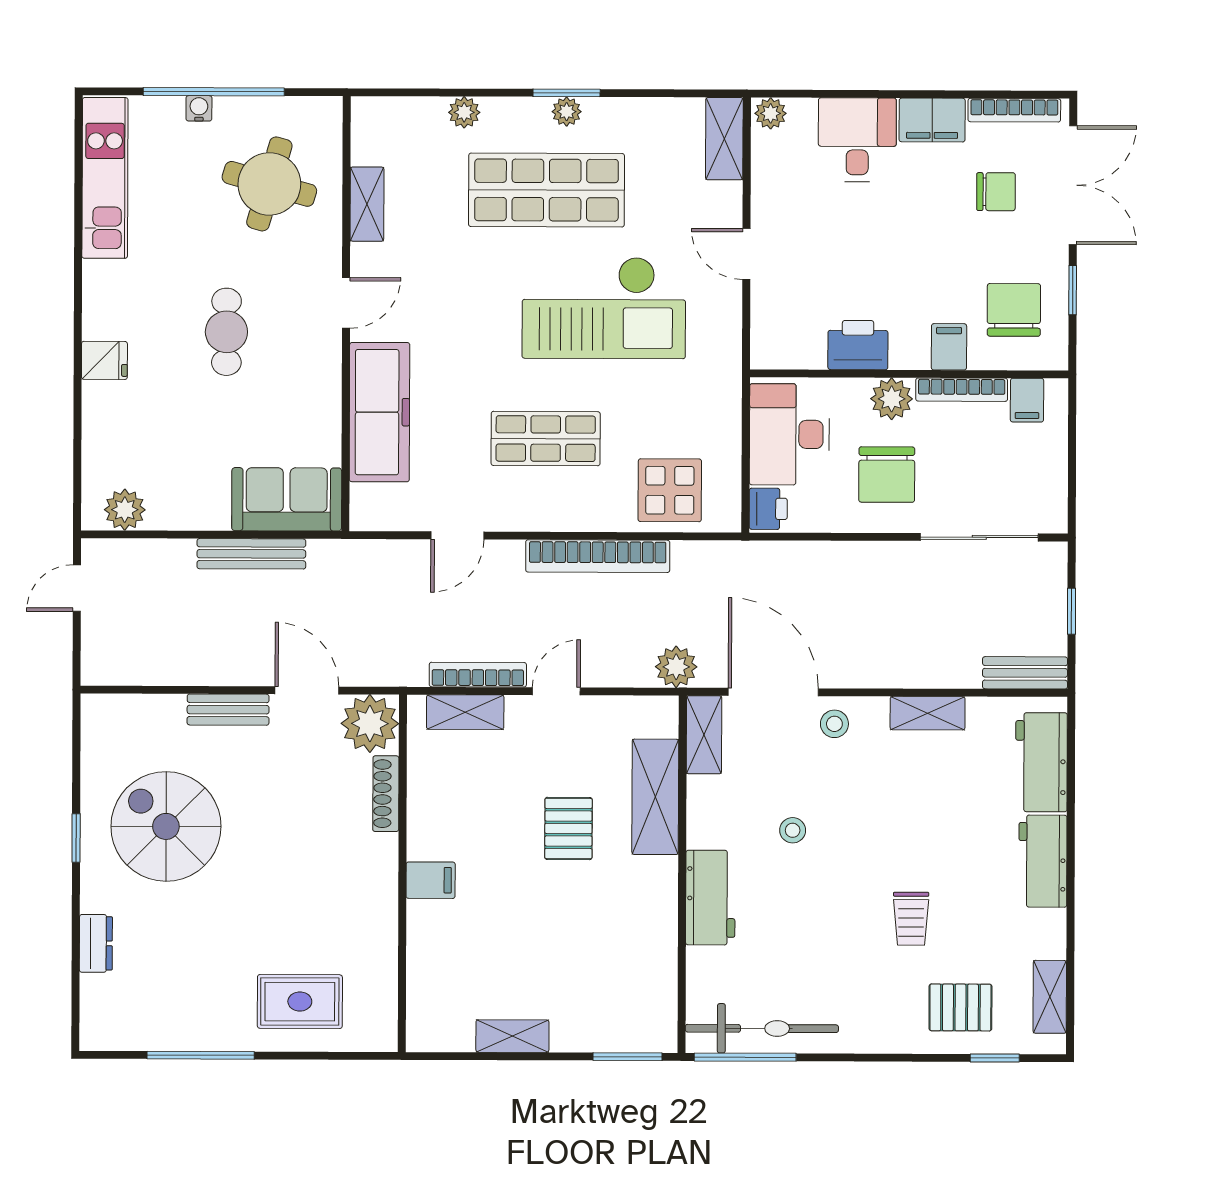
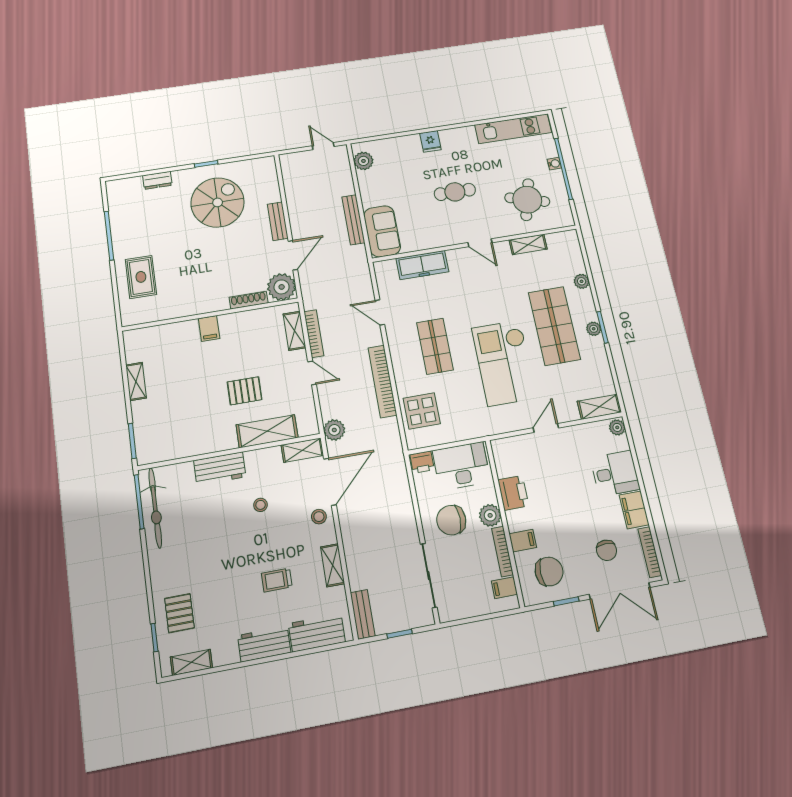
freezer: (379, 412) -> (422, 265), width x0.73, depth x0.79
trolley: (911, 919) -> (277, 580), moved

